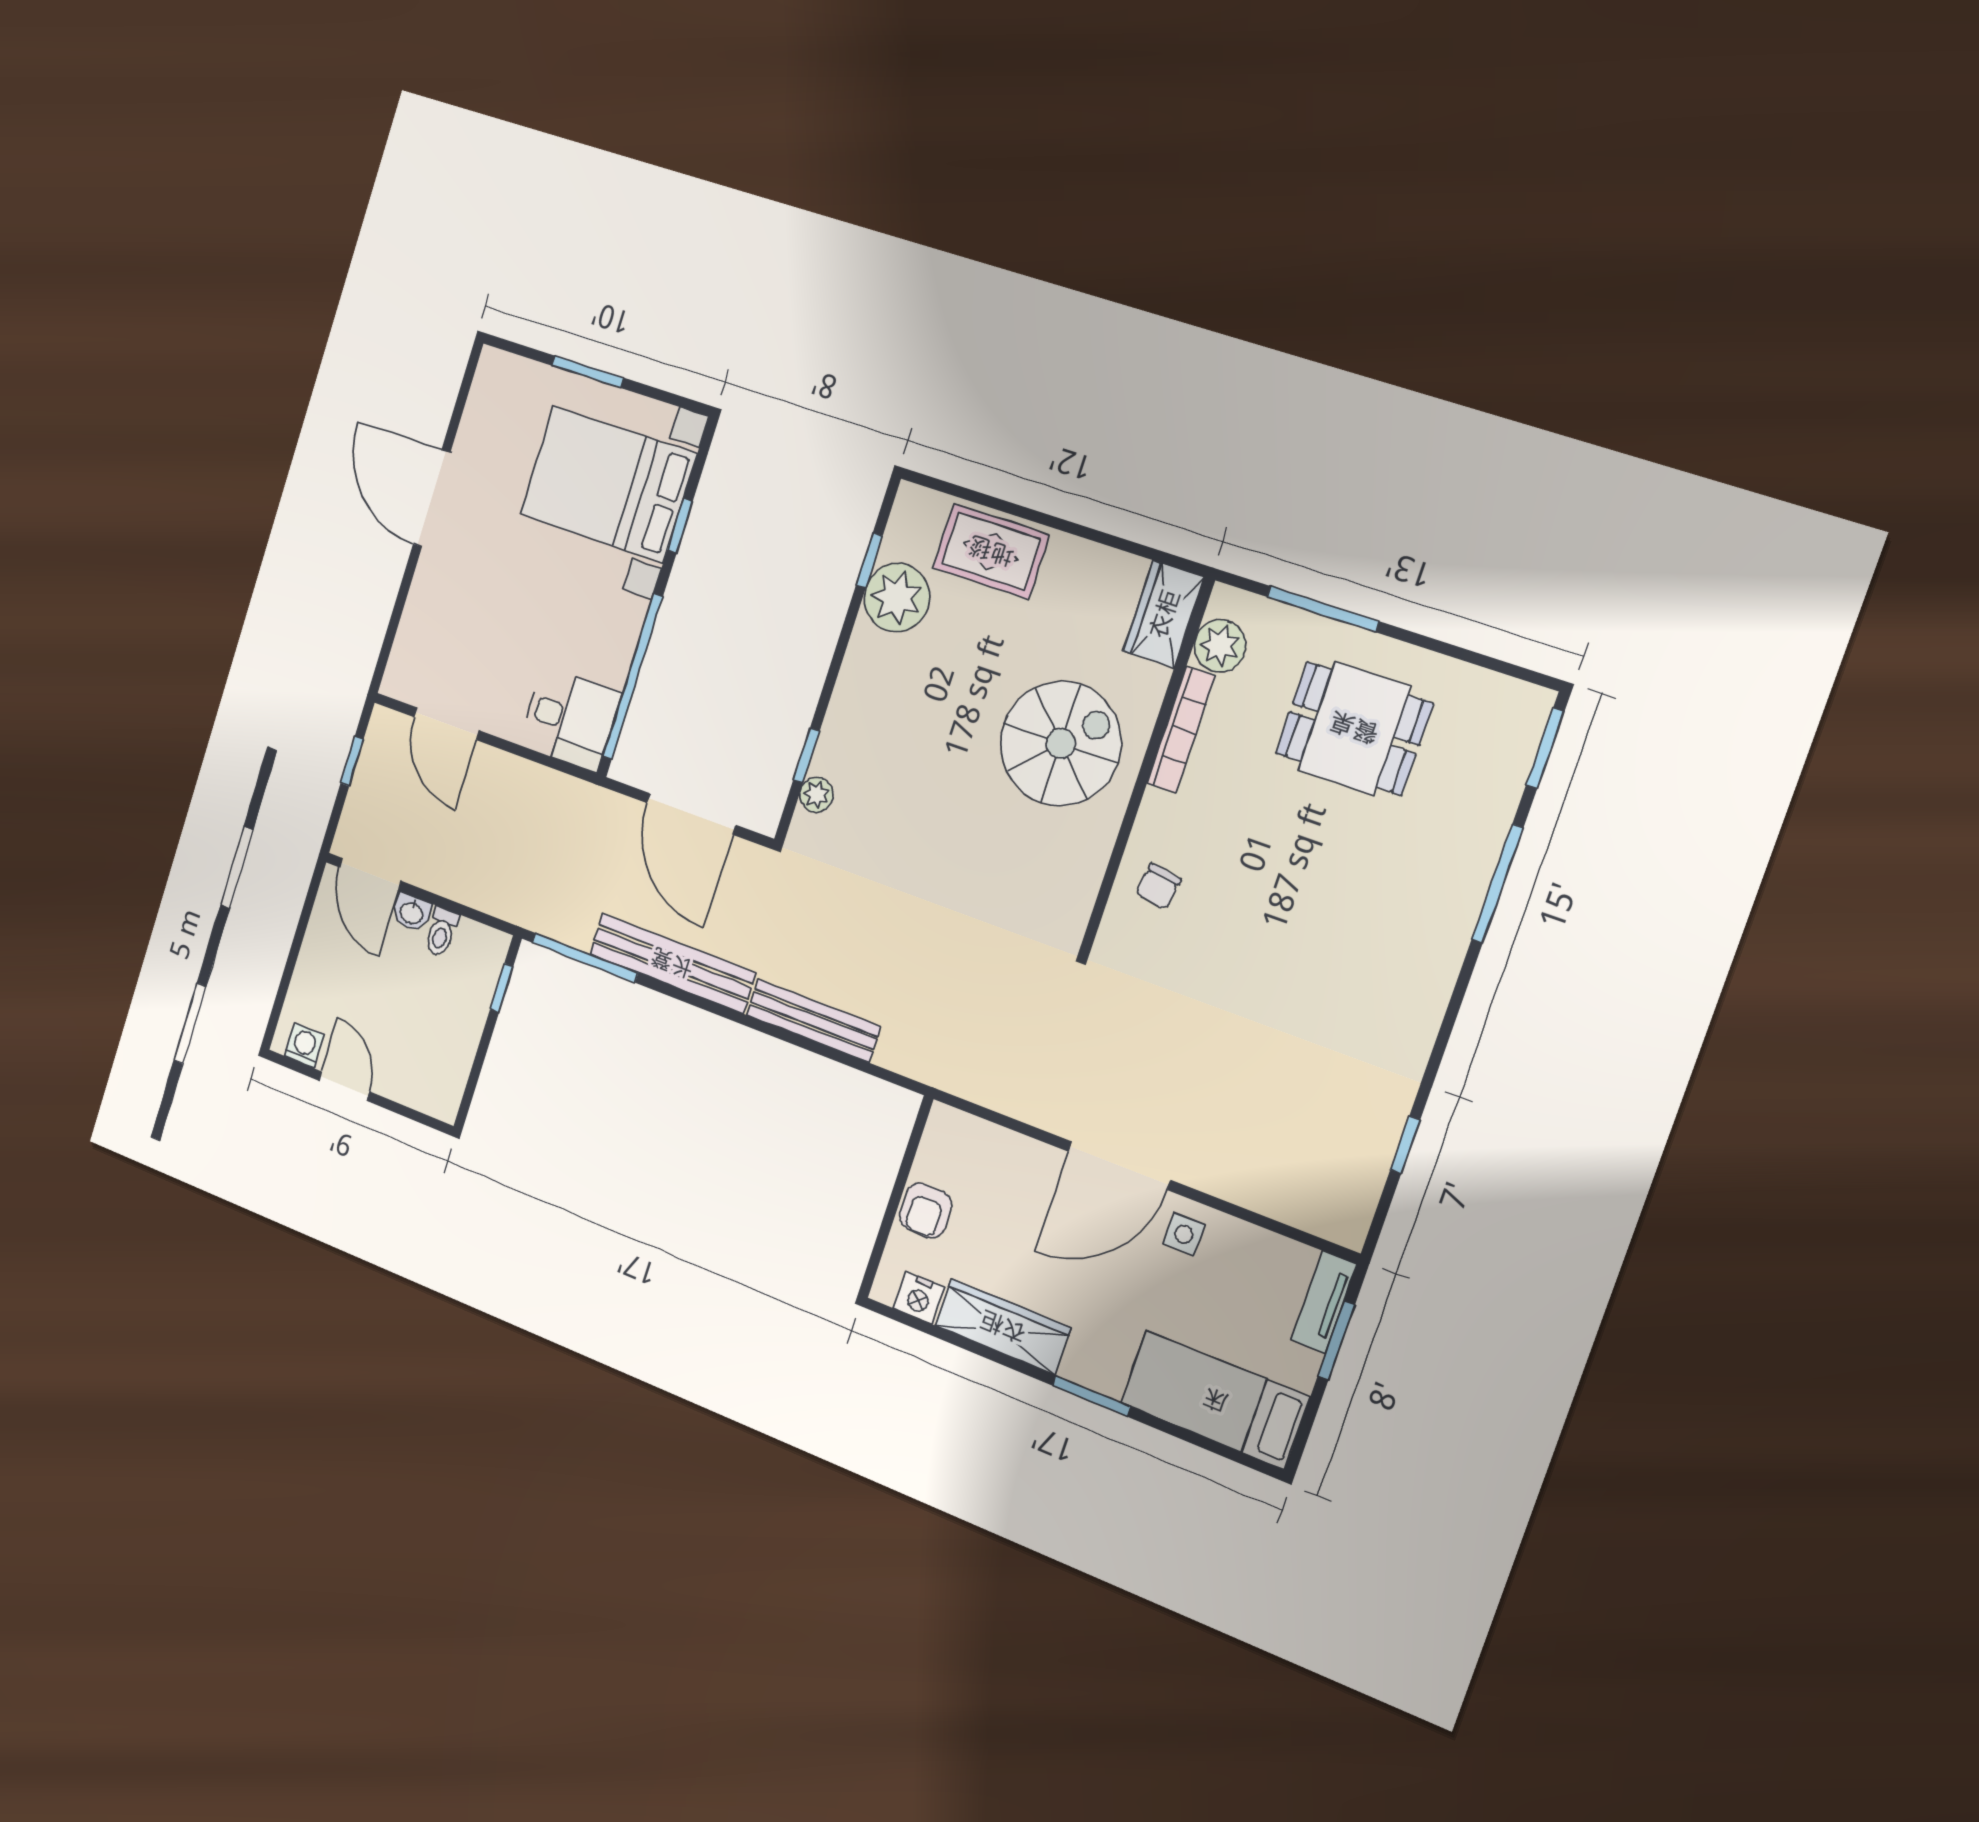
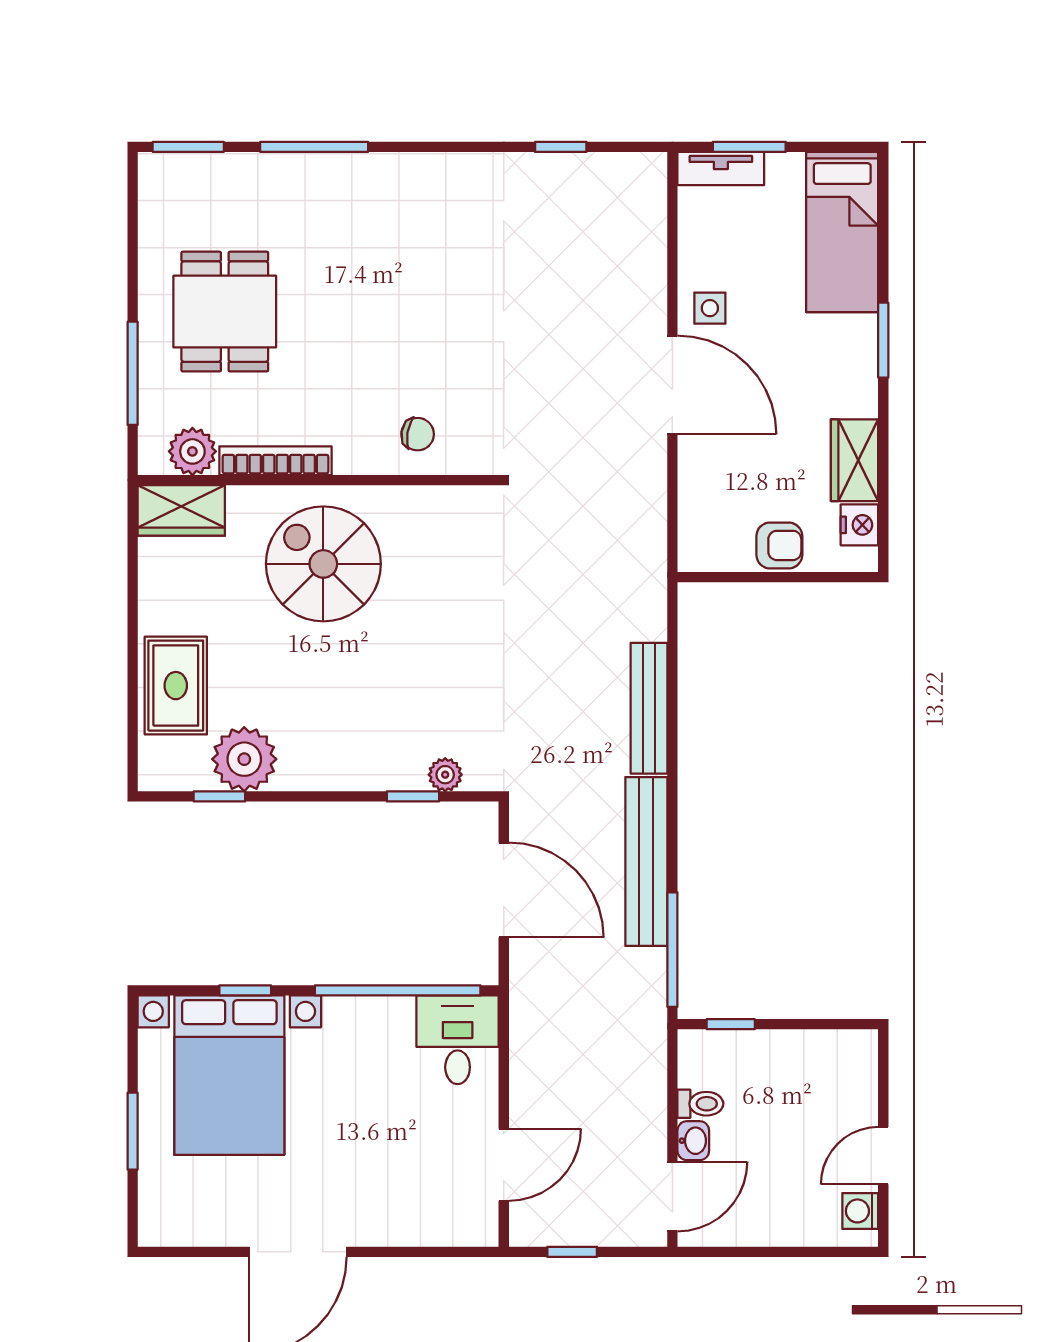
door: (691, 814) -> (504, 890), hinge flipped
wardrobe: (1003, 1327) -> (855, 460), width x0.67

